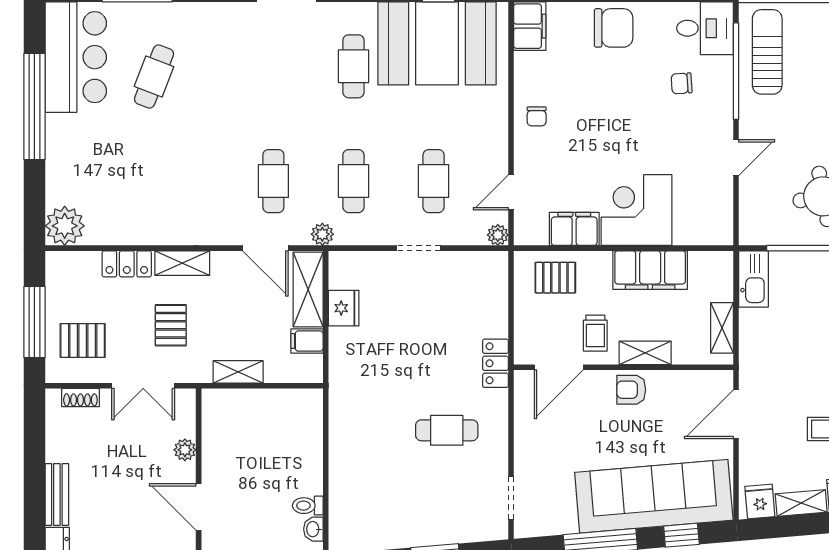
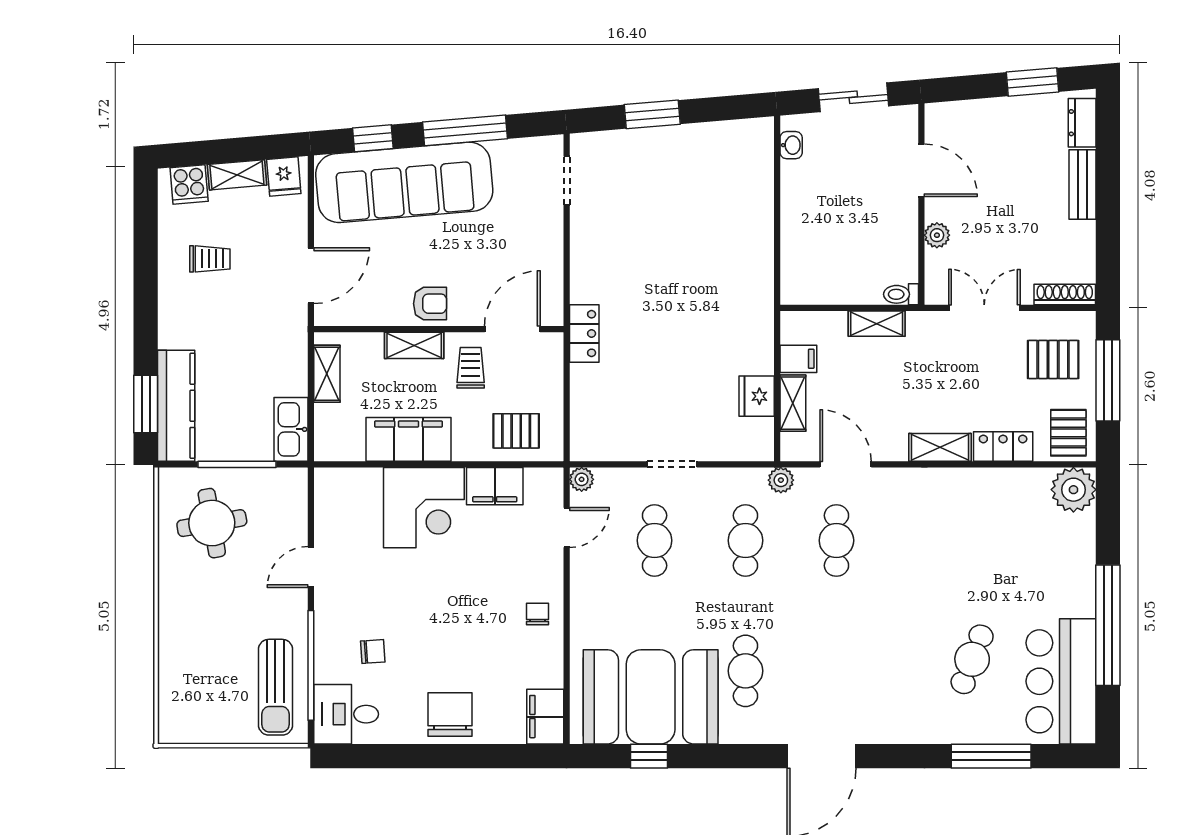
chair: (614, 28) -> (450, 714), turned 90
shelving: (308, 289) -> (793, 403), width x0.67, depth x0.75
pallet: (171, 325) -> (1068, 433), moved
shoe rack: (80, 398) -> (1065, 295), width x1.43
cafe table: (447, 430) -> (640, 257), removed
toilet: (308, 506) -> (901, 294), moved, turned 180

